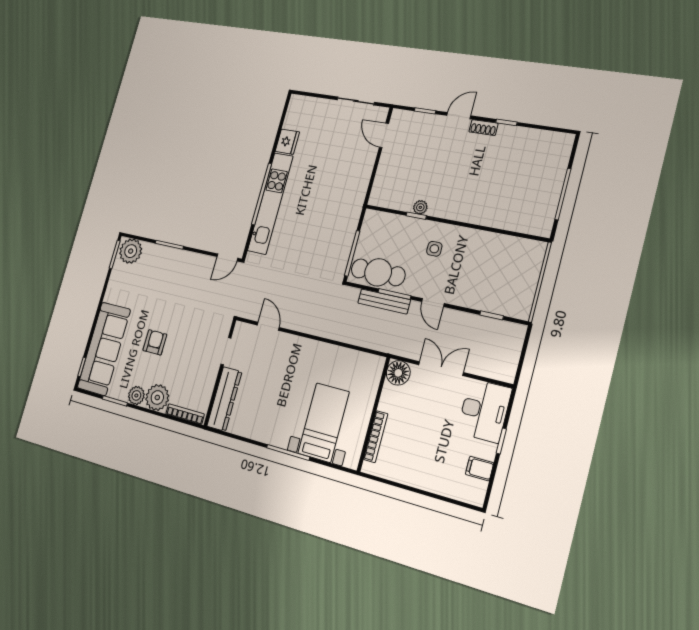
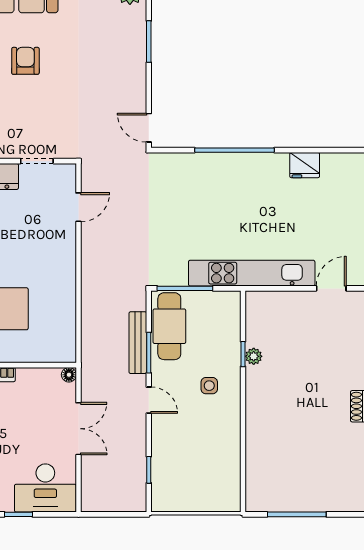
kitchen unit: (270, 203) -> (252, 273), moved, turned 180
door: (433, 302) -> (149, 400), swing flipped
armchair: (155, 342) -> (25, 61), turned -90
floor lamp: (398, 373) -> (69, 375), width x0.53, depth x0.53

